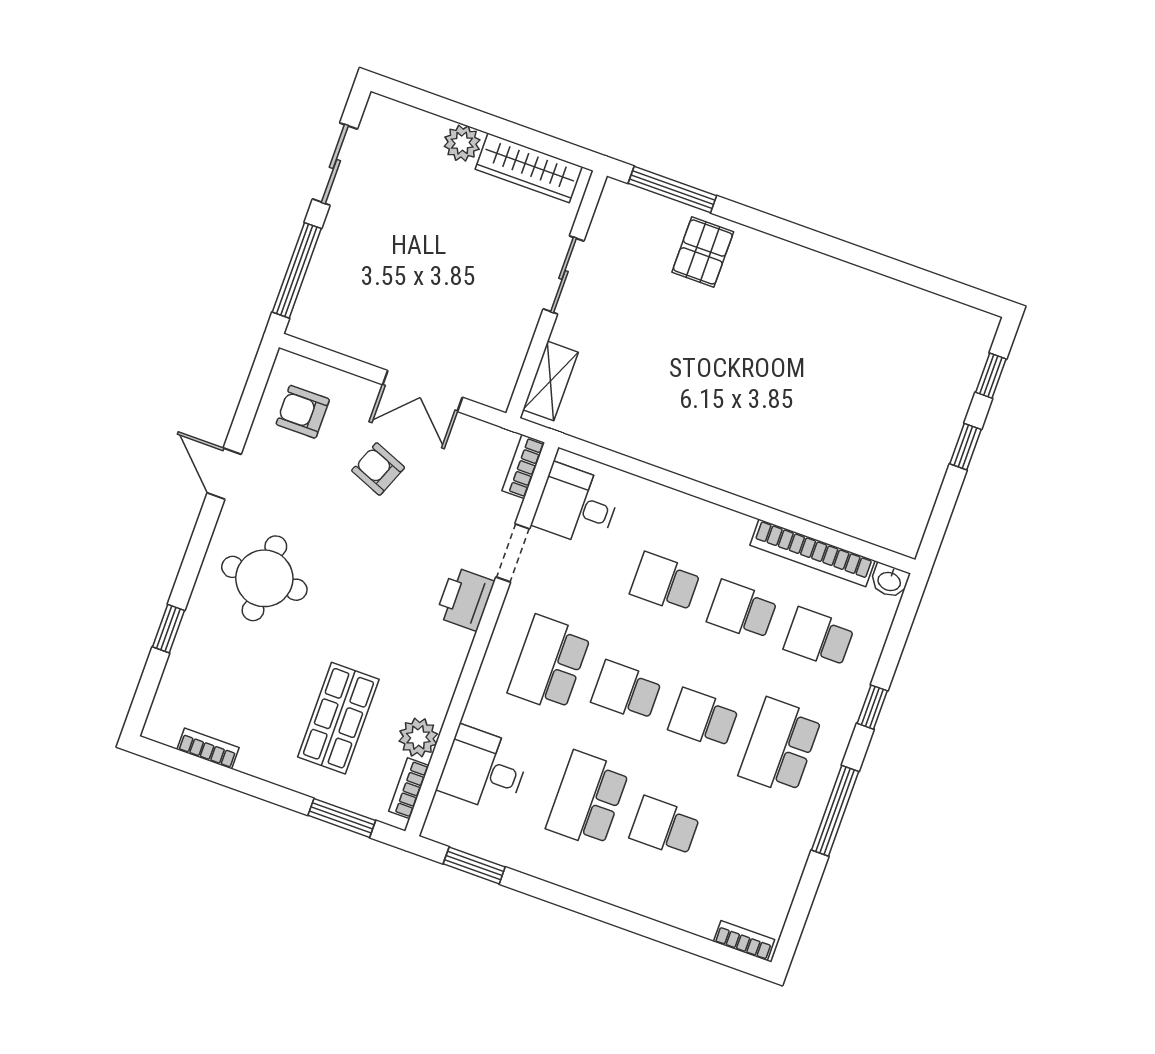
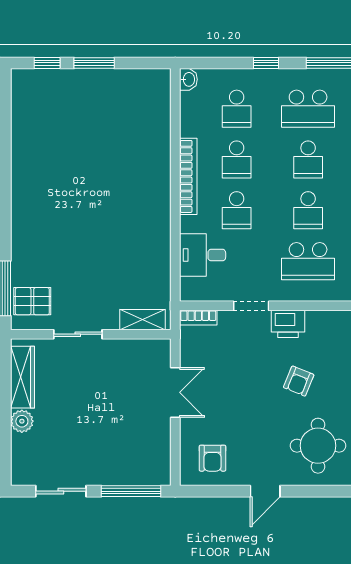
pallet: (703, 252) -> (32, 301), moved
window: (966, 447) -> (94, 63), width x1.50
armchair: (378, 469) -> (299, 381), moved
desk: (577, 505) -> (203, 255), moved, turned 90
bookcase: (812, 553) -> (188, 176), moved

